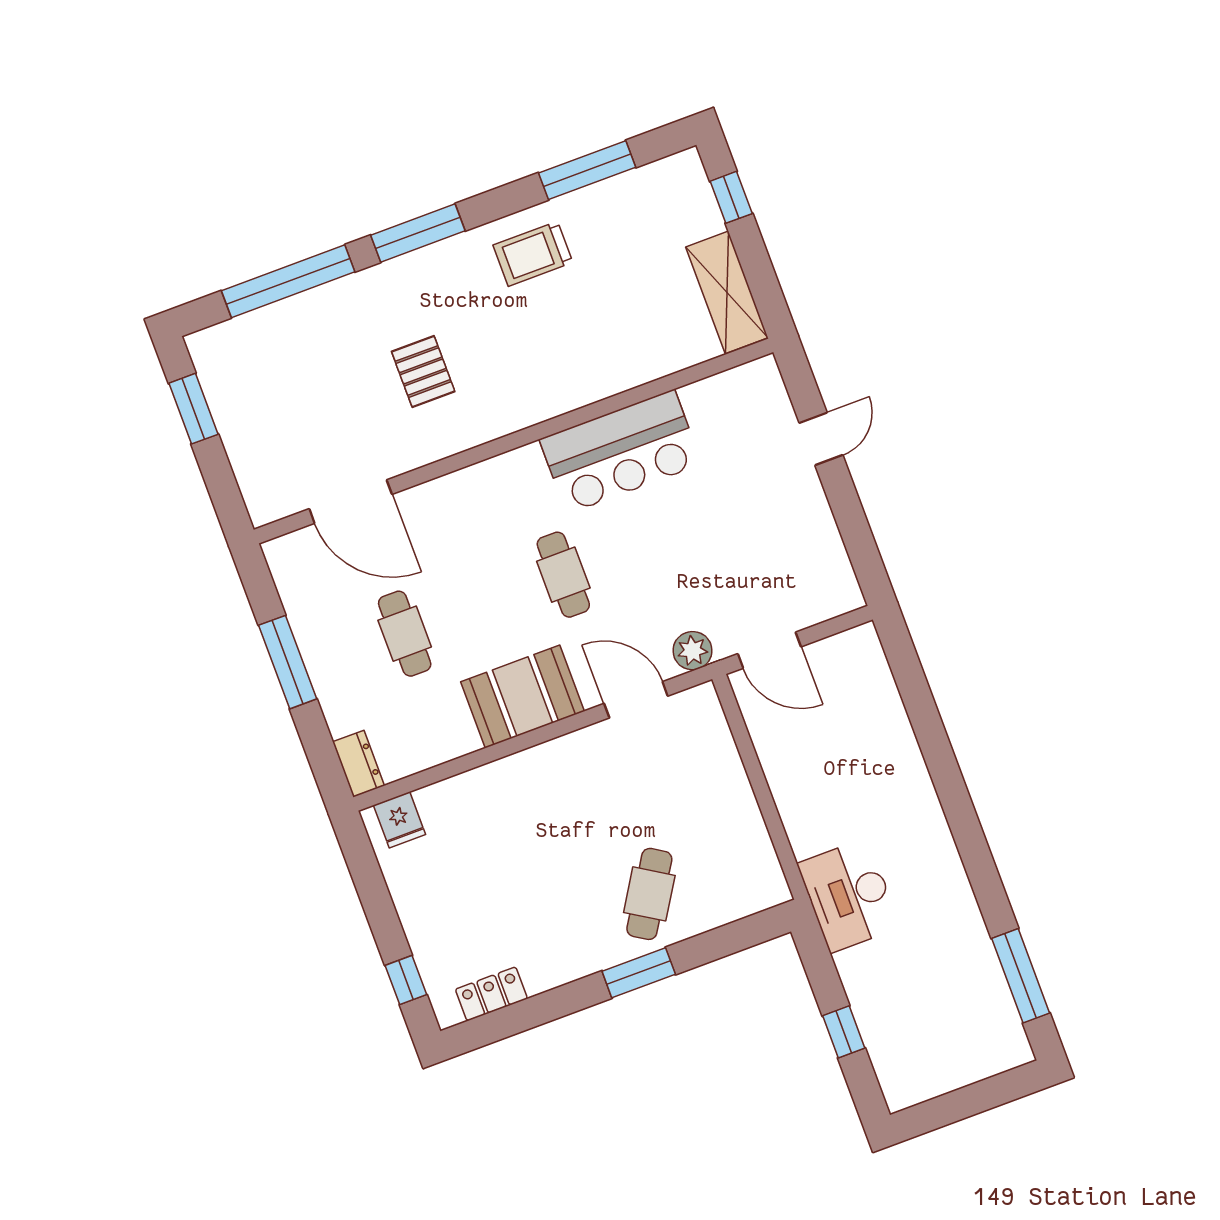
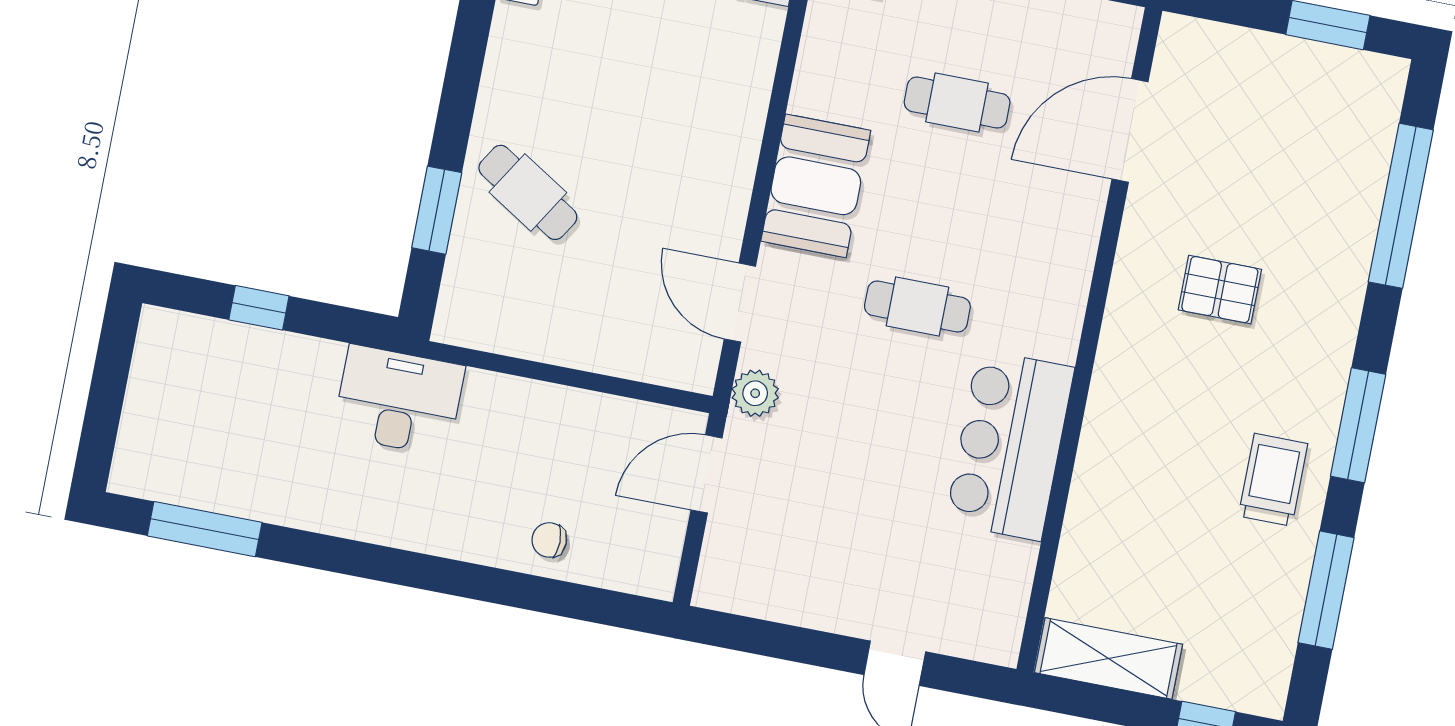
window: (418, 233) -> (1358, 425), moved
door: (636, 700) -> (740, 303), swing flipped
chair: (882, 732) -> (549, 540), added
window: (639, 973) -> (437, 210), moved

